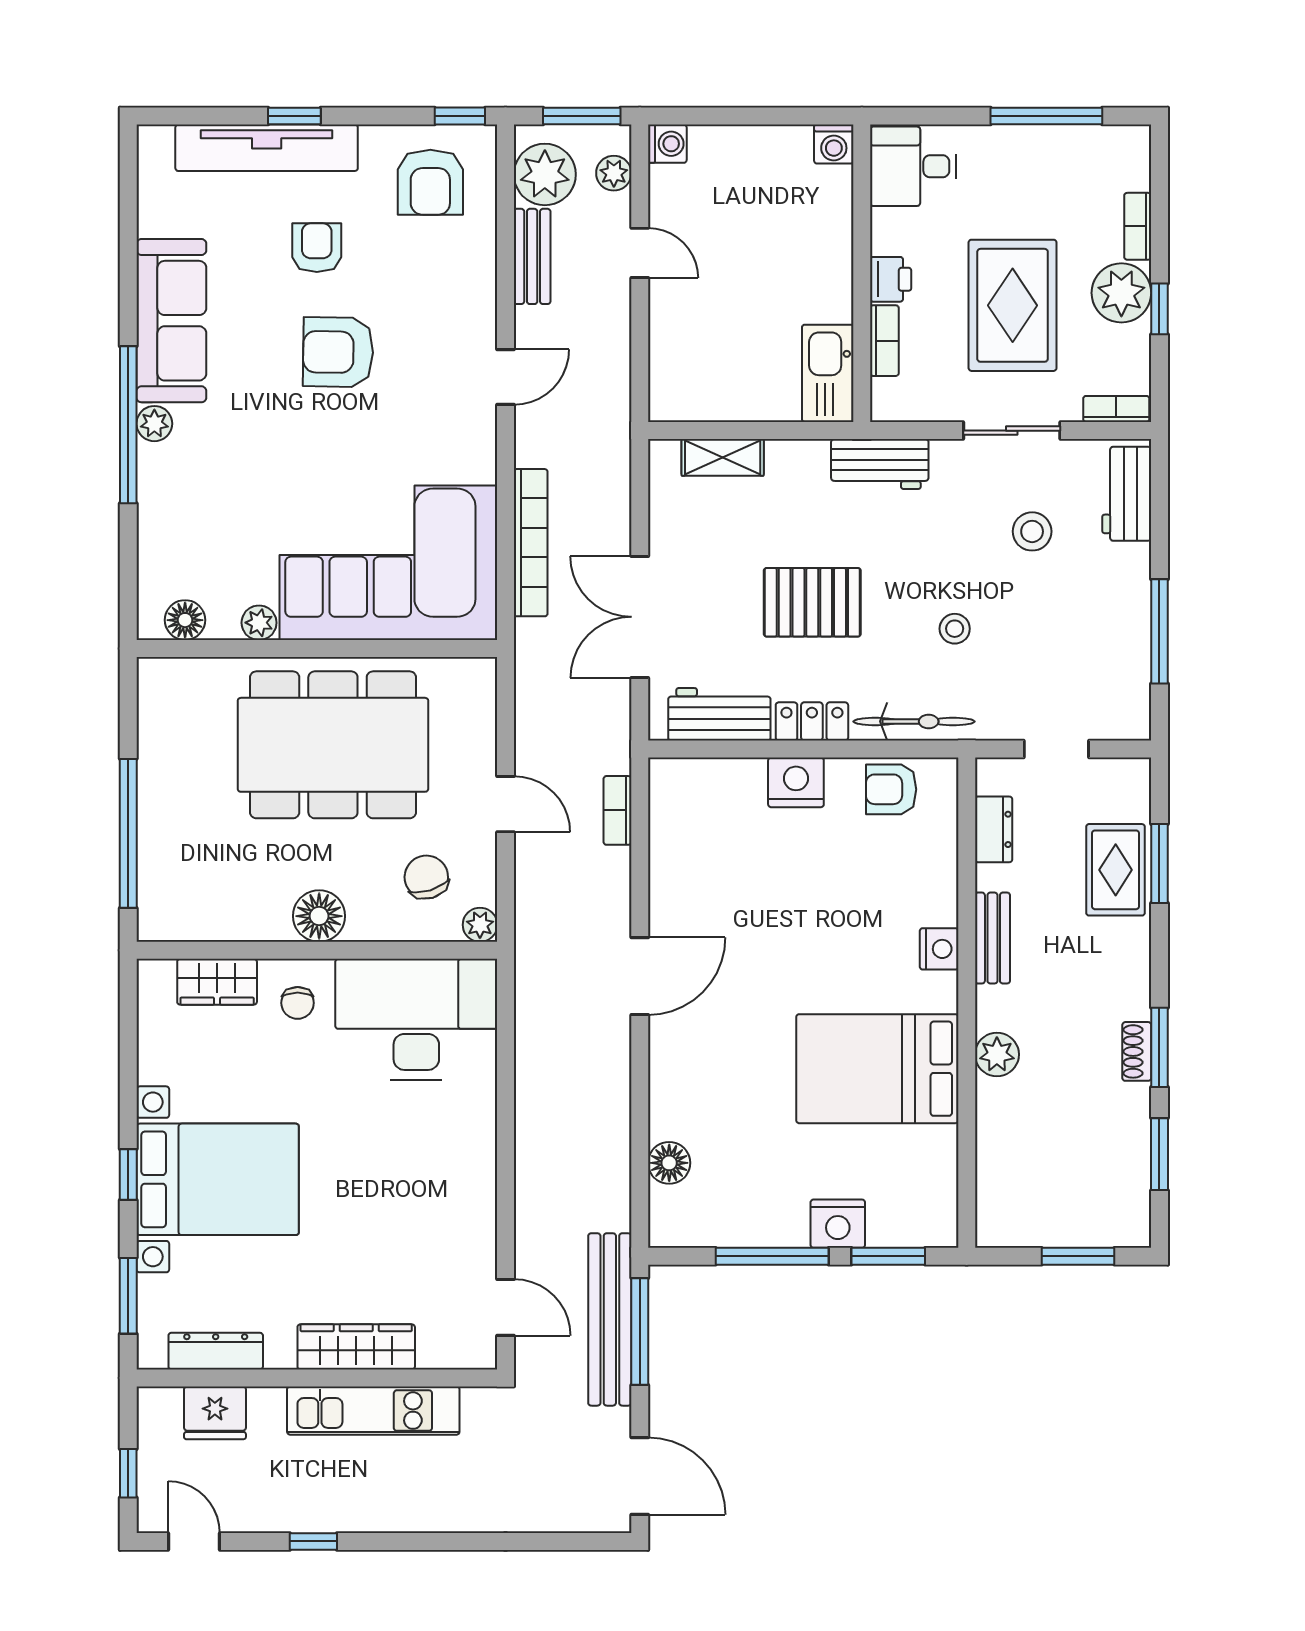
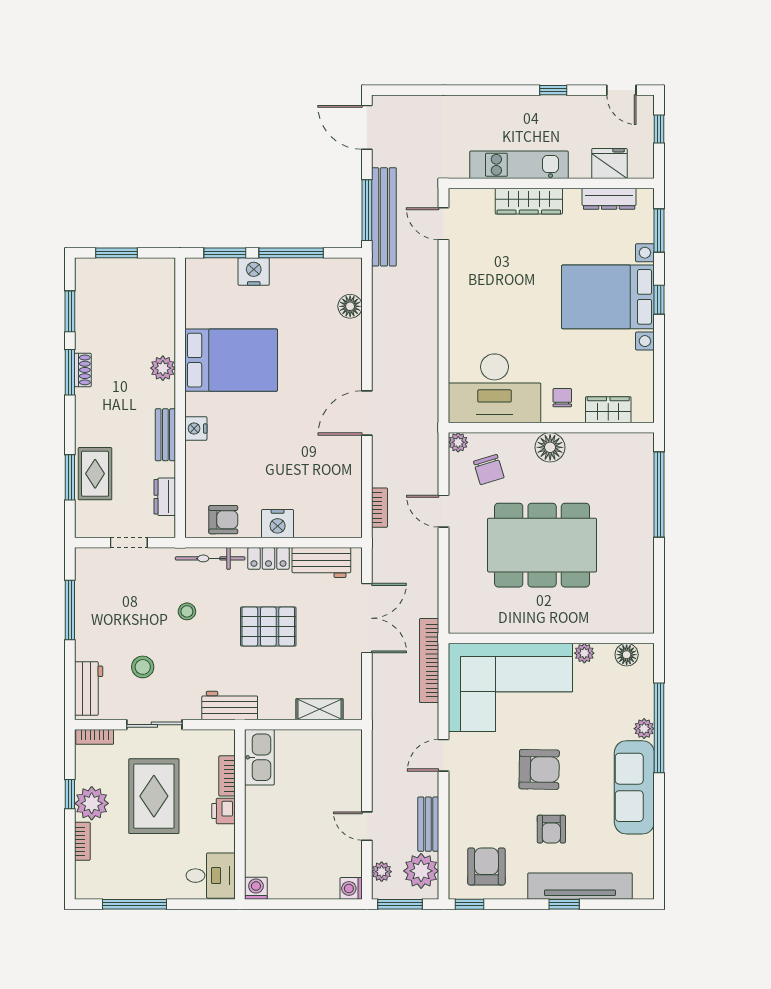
corner sofa: (388, 563) -> (510, 687), moved
floor lamp: (185, 620) -> (627, 655), moved
plant: (259, 623) -> (584, 653), moved
wall: (317, 648) -> (551, 638), moved

